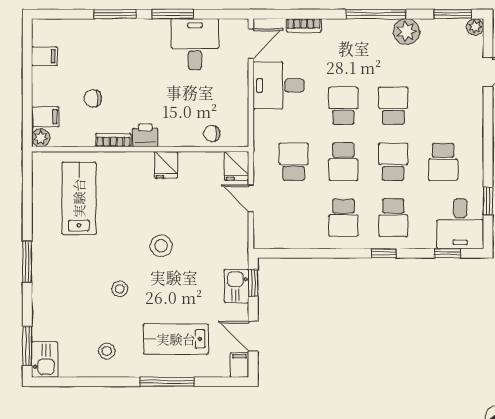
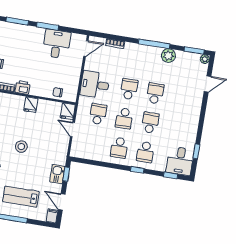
desk: (279, 85) -> (95, 85), moved
school desk: (443, 162) -> (176, 127), removed

